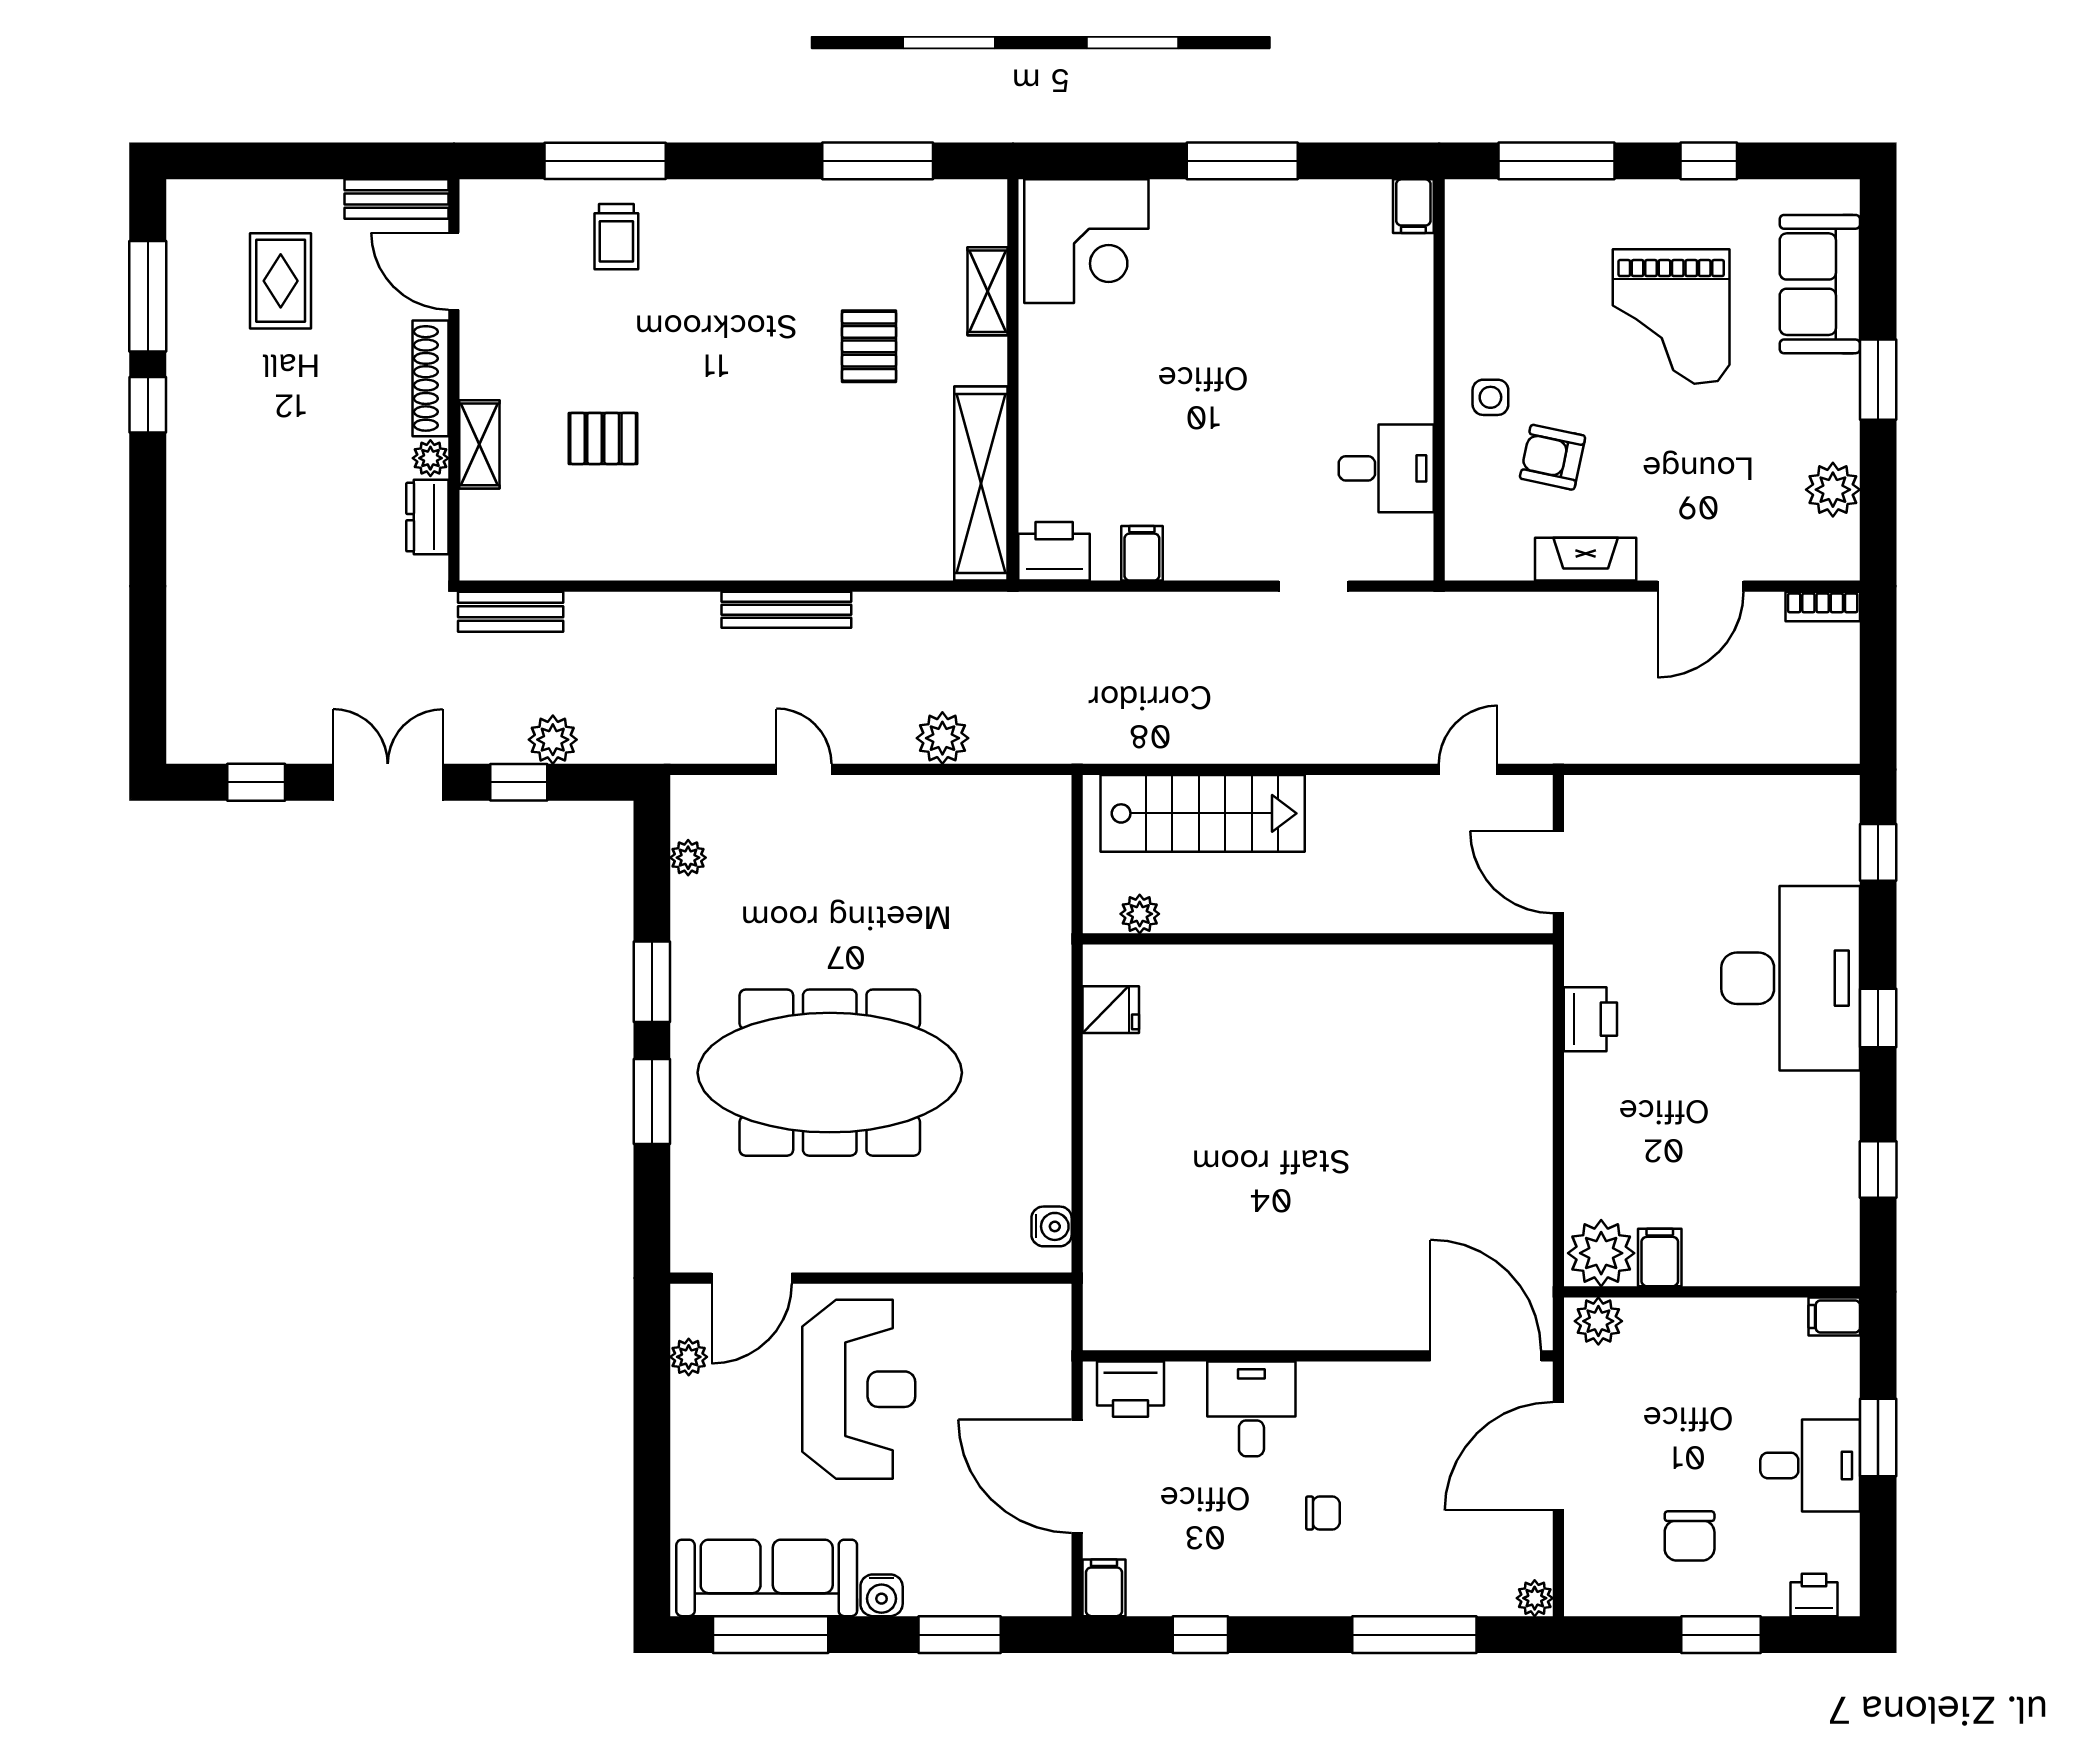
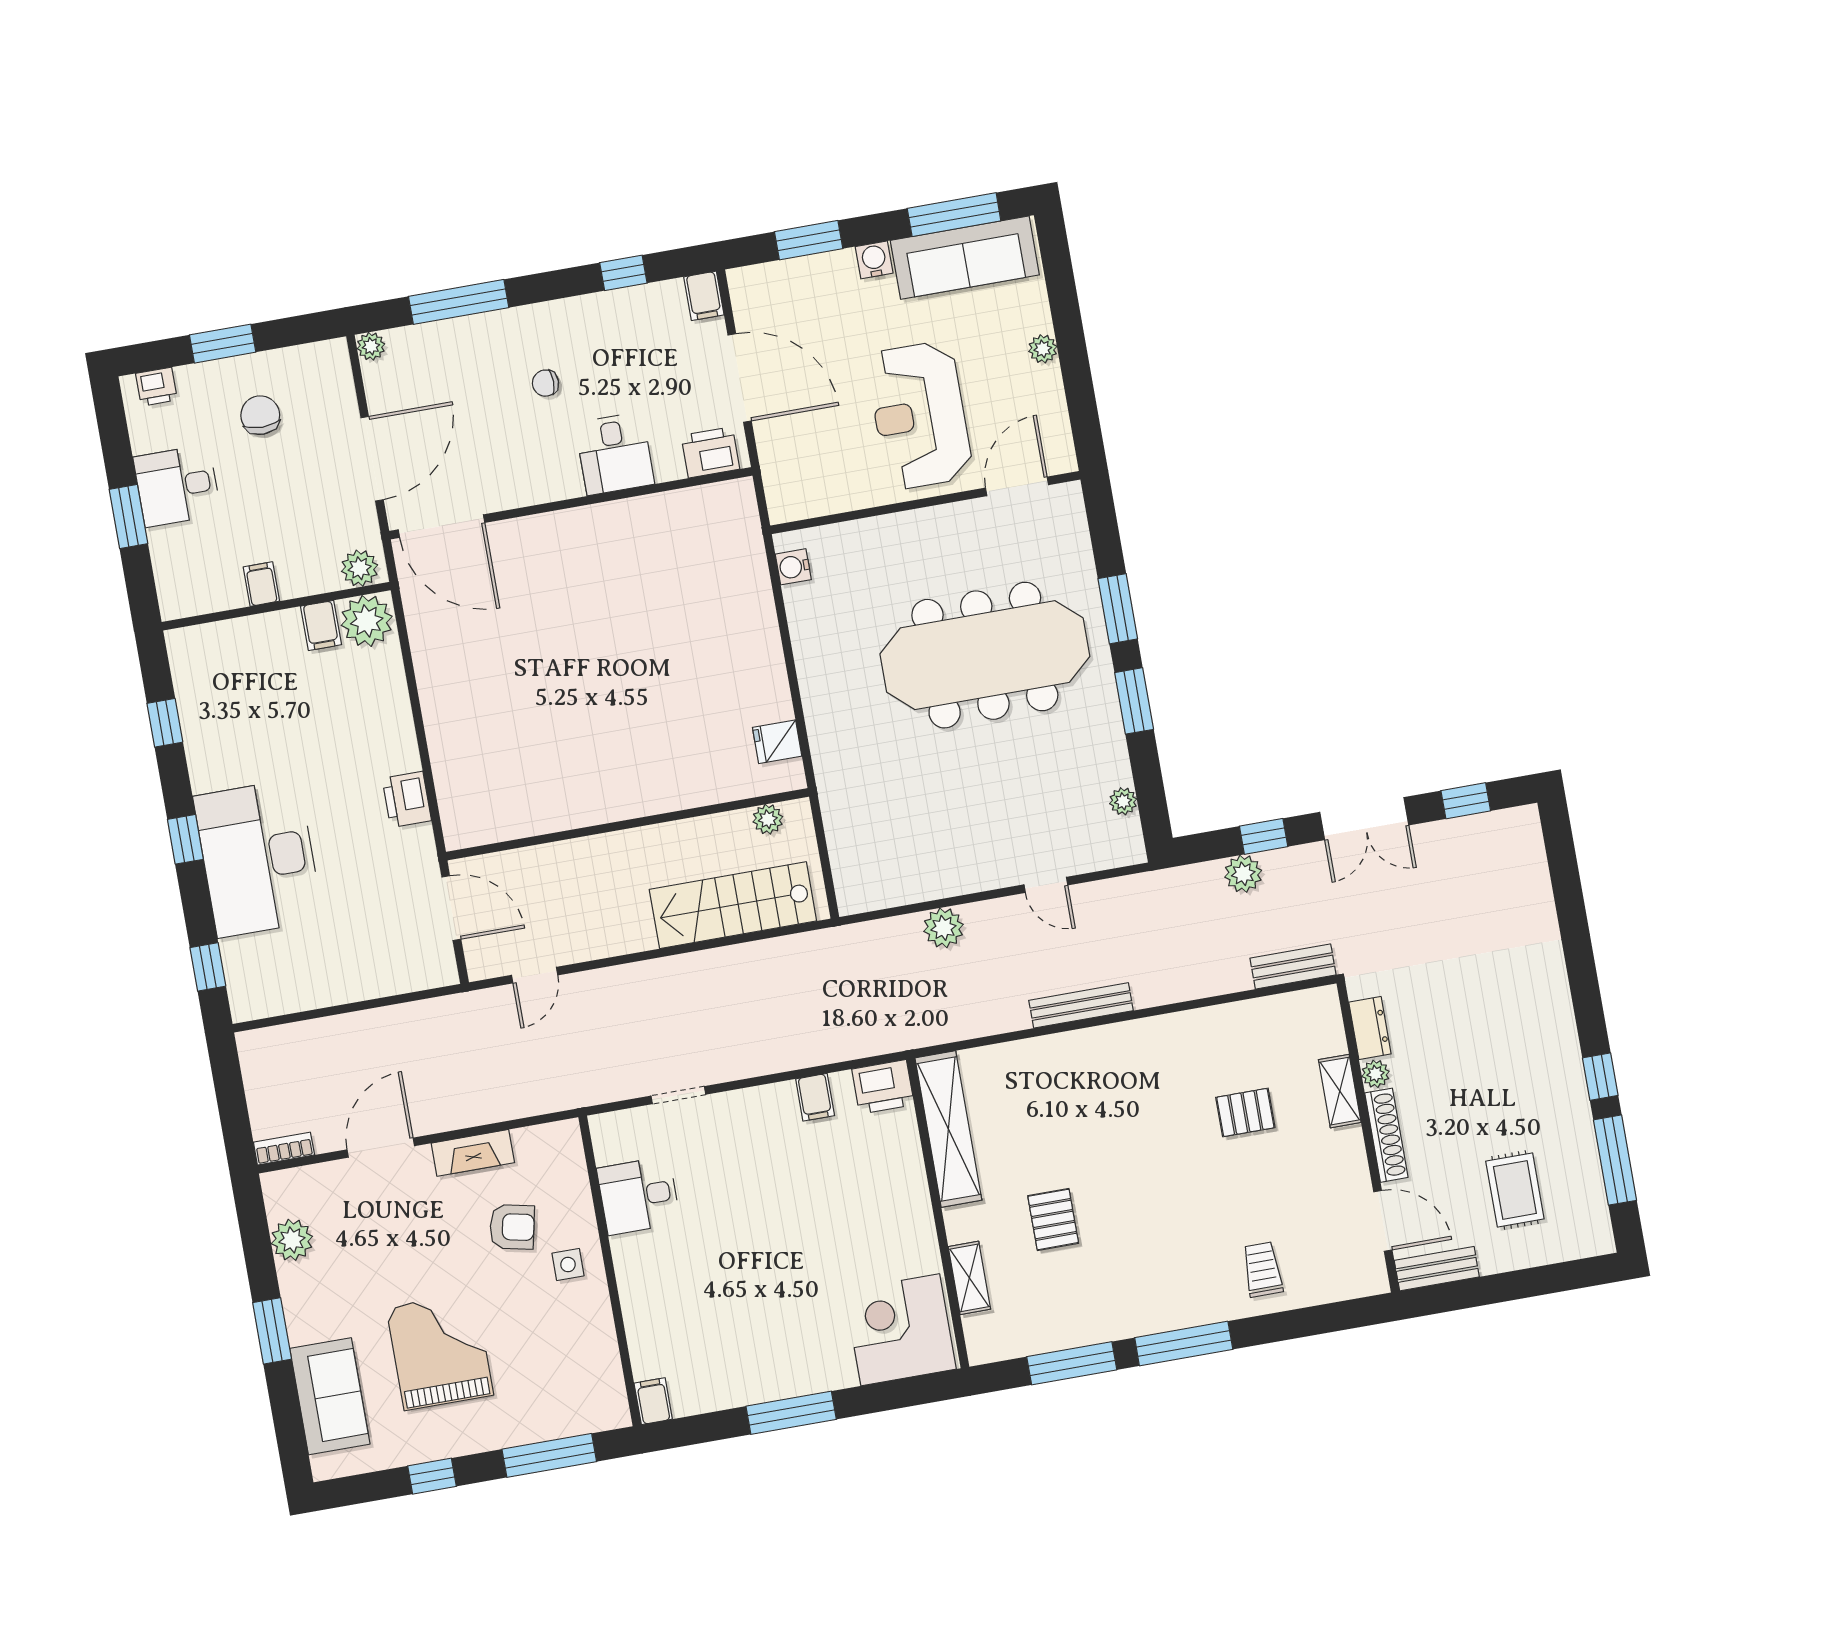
window: (605, 161) -> (1184, 1344), moved
filing cabinet: (1834, 1317) -> (261, 584), moved, turned -90
plant: (689, 1357) -> (1043, 349), moved

